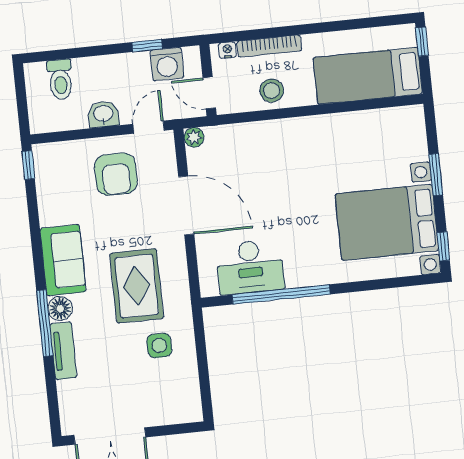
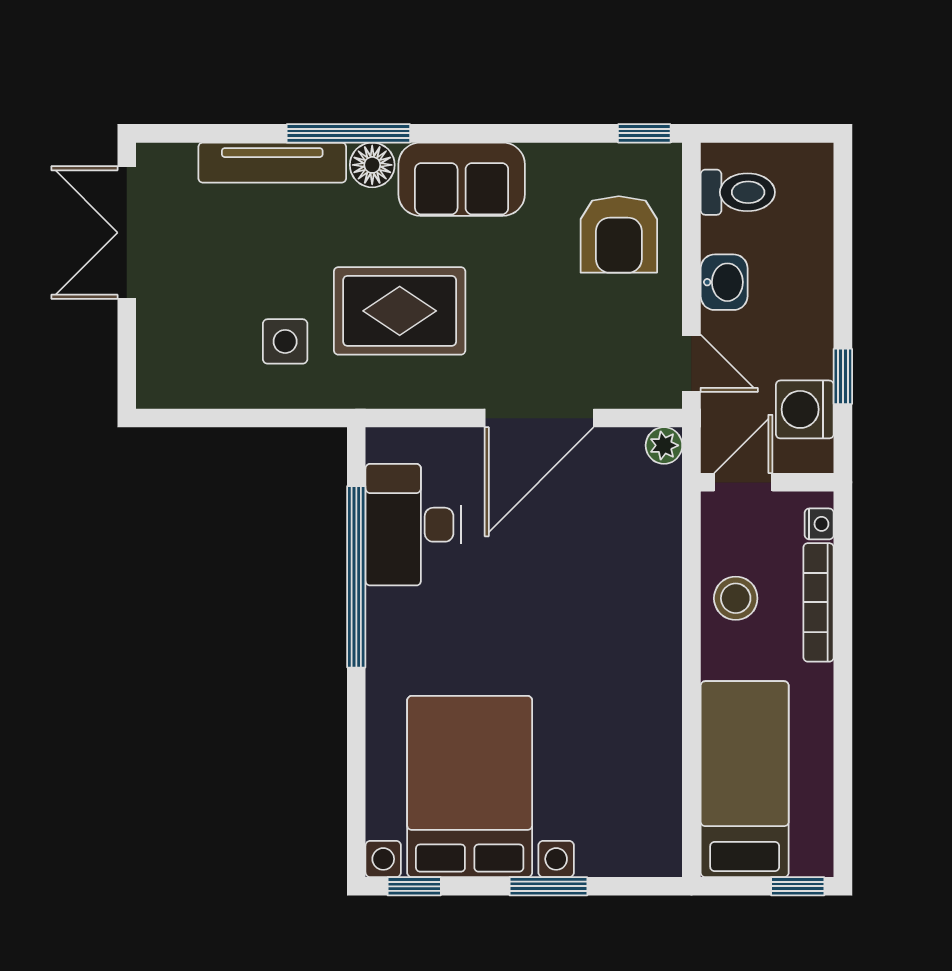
toilet: (60, 80) -> (738, 192), moved, turned 180
armchair: (116, 174) -> (619, 234), moved, turned -90
tv unit: (63, 351) -> (272, 163), width x1.41

